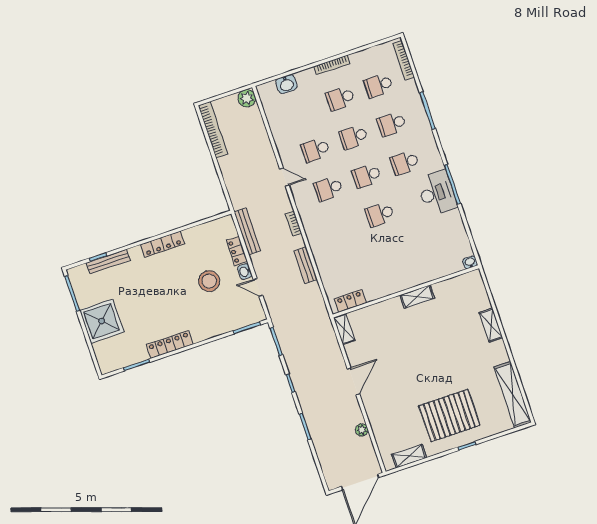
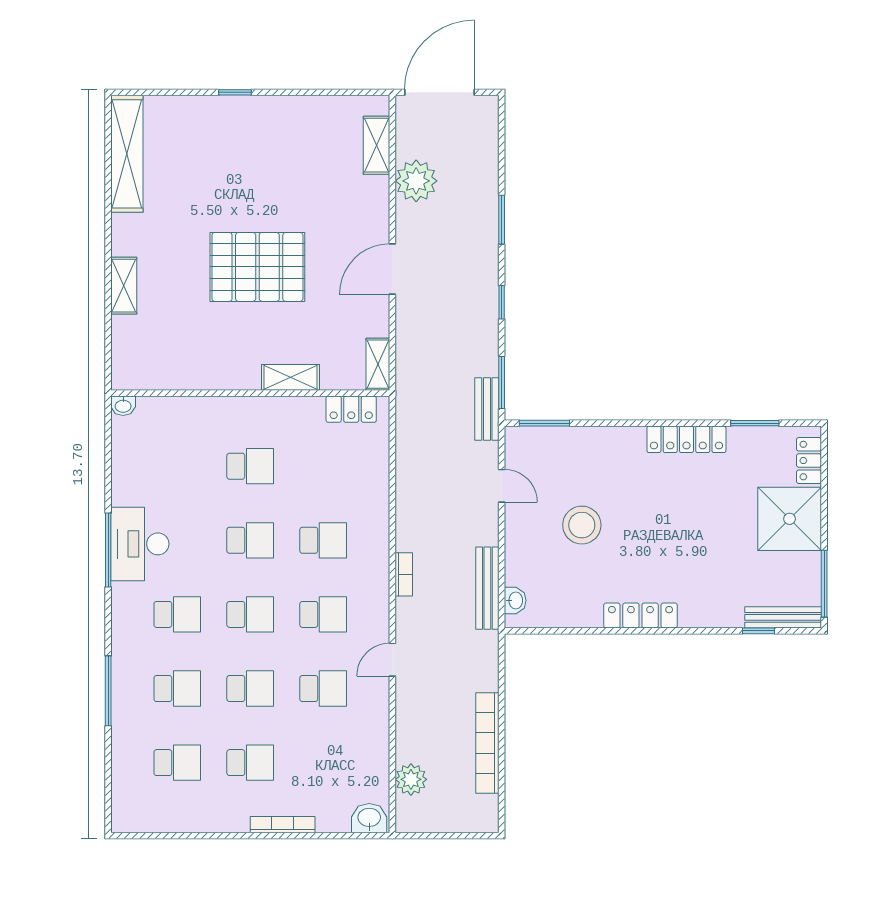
bookcase: (403, 60) -> (120, 792), removed
bookcase: (332, 65) -> (283, 825), moved
washbasin: (287, 84) -> (369, 818), moved
plant: (247, 98) -> (411, 779), moved
bookcase: (213, 130) -> (487, 743), moved
door: (284, 177) -> (392, 660), hinge flipped
school desk: (342, 227) -> (323, 540), added
locker: (237, 251) -> (809, 461), moved, turned 180
school desk: (393, 253) -> (250, 466), added
bench: (108, 261) -> (783, 617), moved
bench: (306, 265) -> (487, 409), moved
washbasin: (245, 272) -> (515, 600), moved
shelving: (417, 297) -> (291, 377), moved
pallet: (449, 416) -> (257, 267), moved
plant: (362, 430) -> (416, 181), width x1.87, depth x1.87
shelving: (409, 456) -> (376, 145), moved, turned 90

